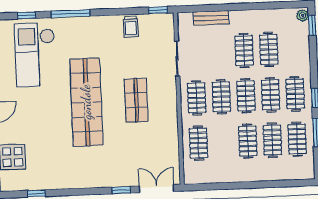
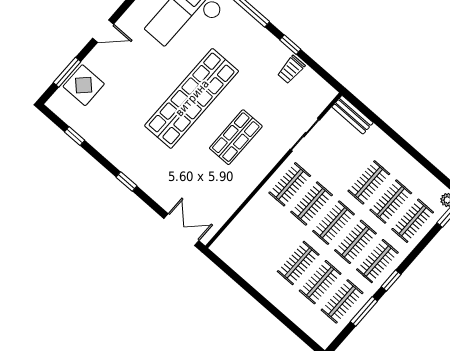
window: (158, 10) -> (290, 45), moved
bench: (211, 18) -> (353, 115), moved
clothes rail: (198, 143) -> (413, 221), moved
window: (121, 190) -> (126, 182), moved

